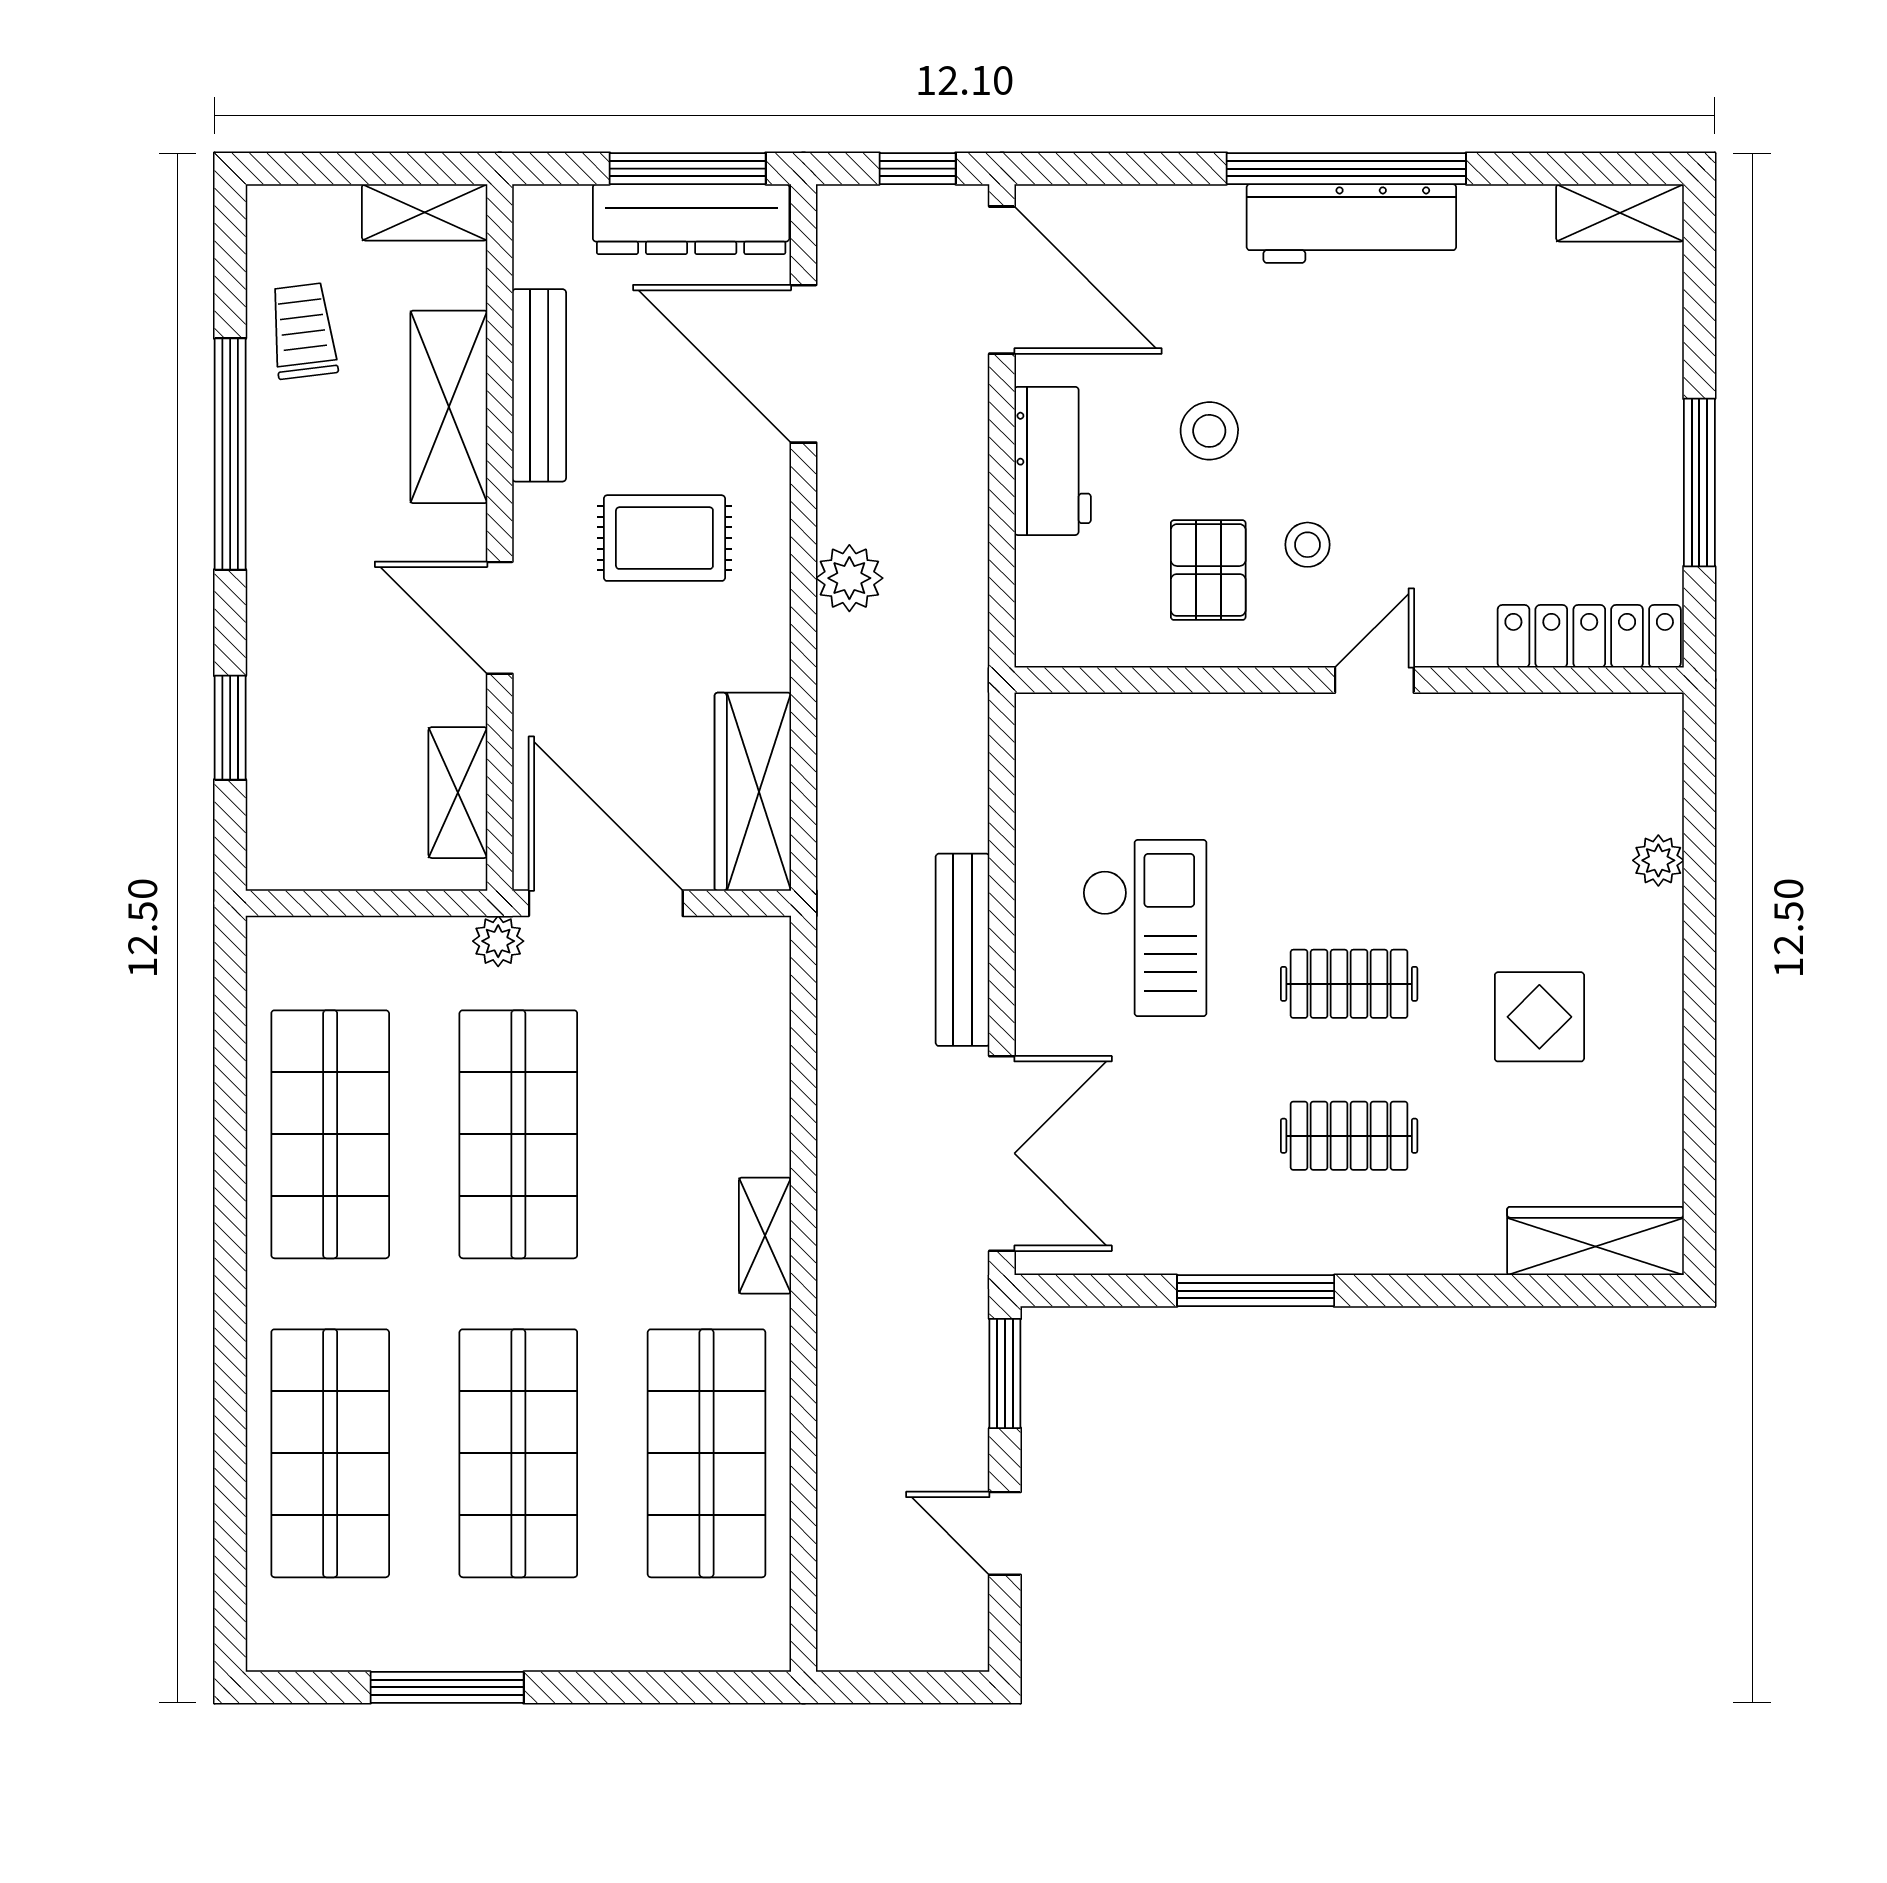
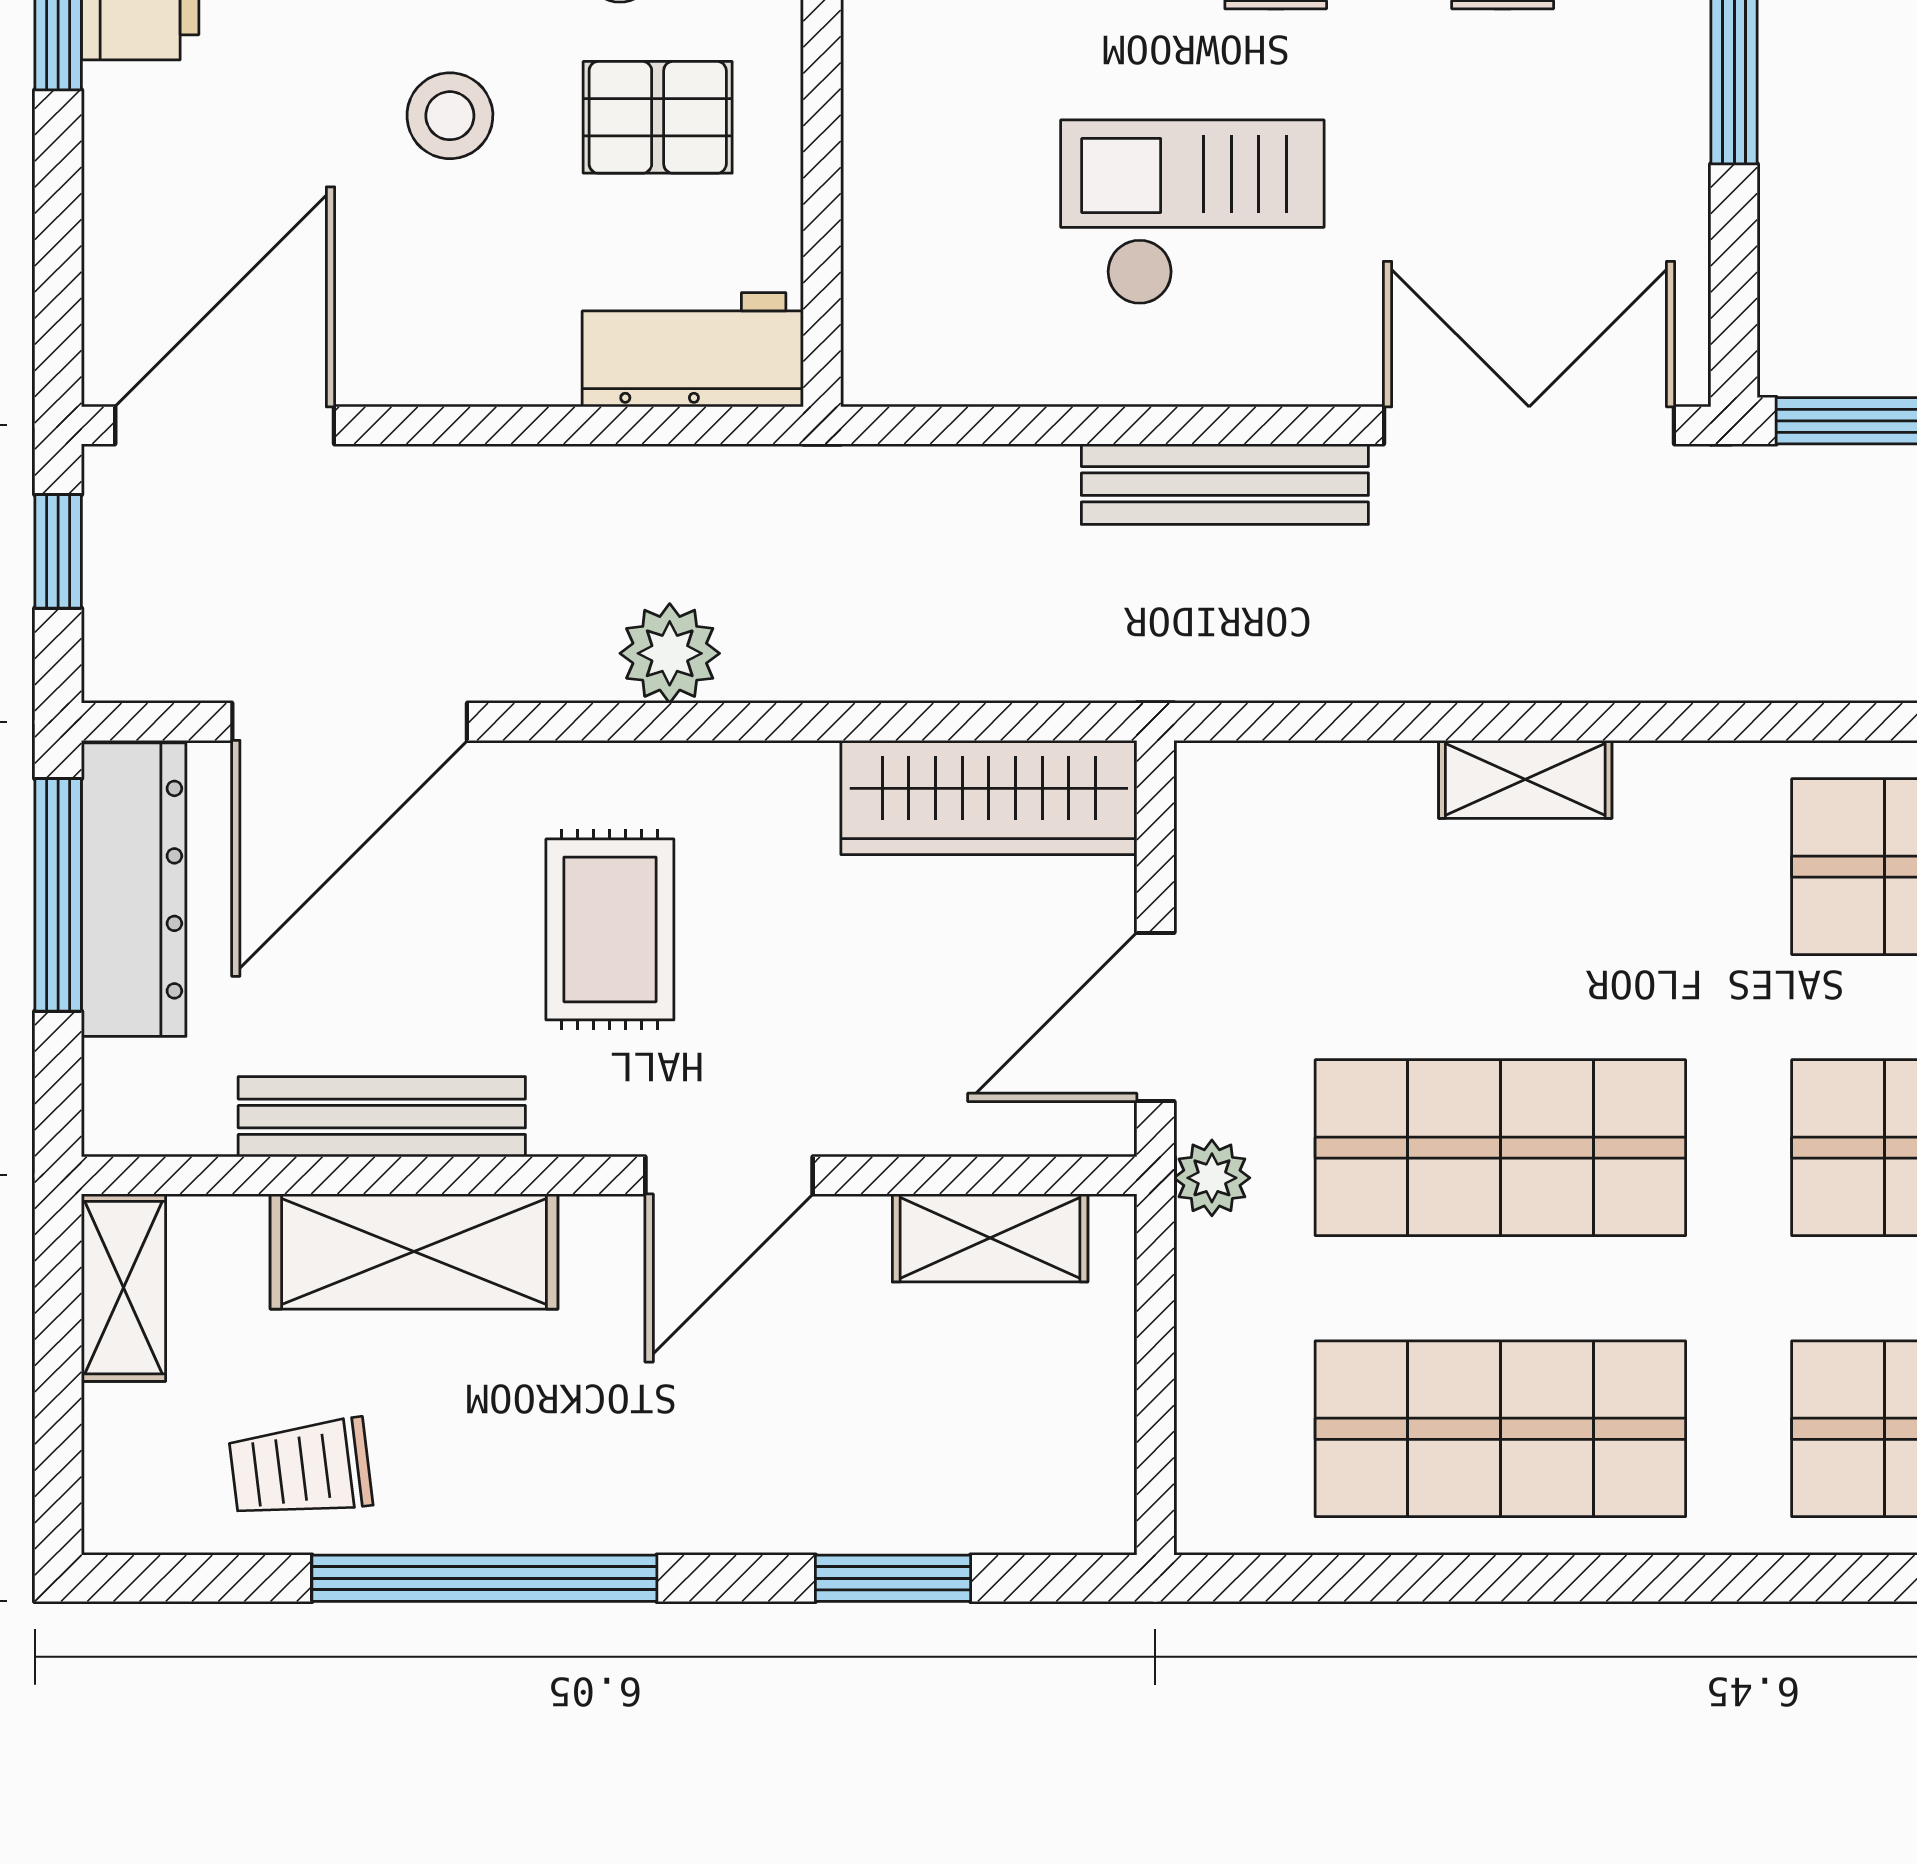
workbench: (1053, 461) -> (693, 350), moved
door: (606, 903) -> (1155, 1017), width x0.73
shelving: (765, 1236) -> (1525, 779), moved

